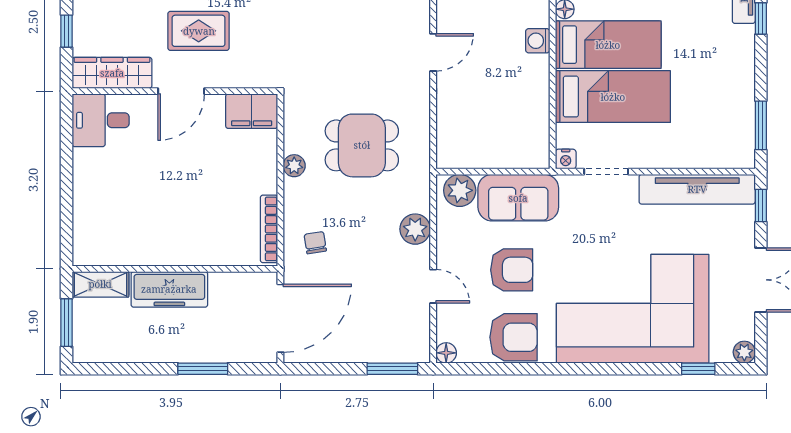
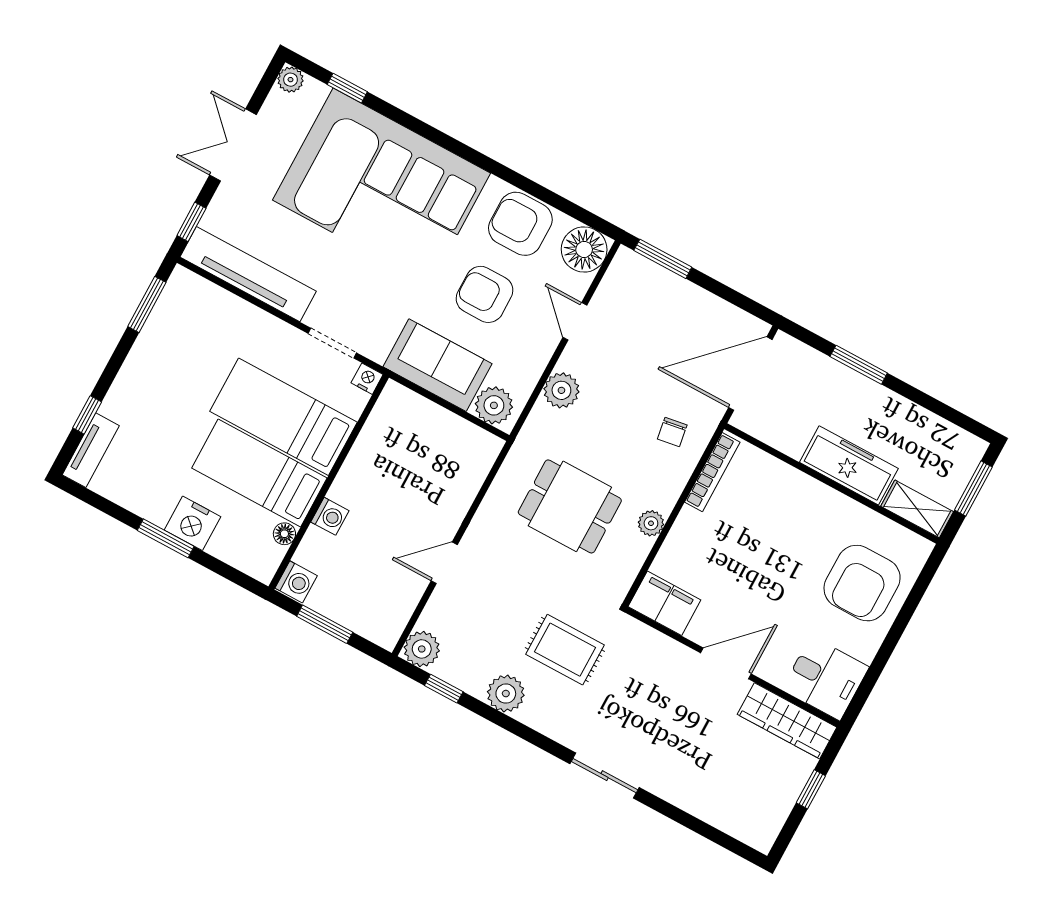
rug: (199, 31) -> (565, 650), moved
armchair: (112, 206) -> (862, 583), added
floor lamp: (446, 353) -> (584, 249), width x1.89, depth x1.89

